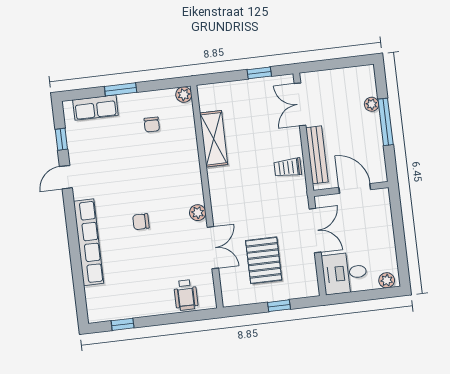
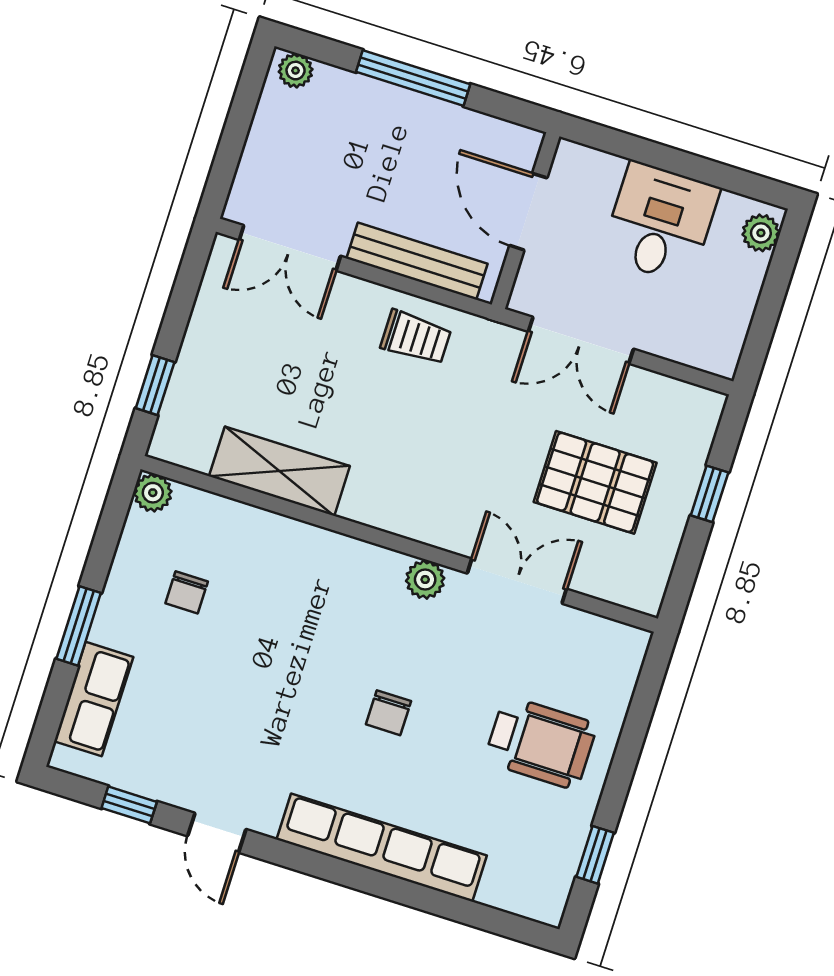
window: (259, 73) -> (155, 385), moved
plant: (372, 104) -> (296, 71), moved
chair: (152, 124) -> (187, 592), turned 90
trolley: (288, 168) -> (416, 338), turned -90
door: (355, 189) -> (528, 212), hinge flipped
double door: (315, 230) -> (581, 340), swing flipped
desk: (345, 273) -> (660, 222), moved, turned 180
wheelchair: (186, 295) -> (541, 743), moved, width x1.36, depth x1.37

